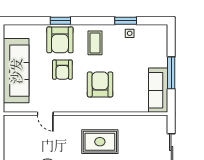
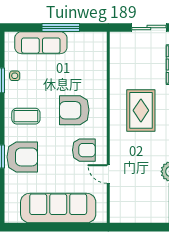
armchair: (62, 70) -> (84, 150), moved
sofa: (158, 90) -> (41, 43), moved
door: (45, 114) -> (108, 174), swing flipped

